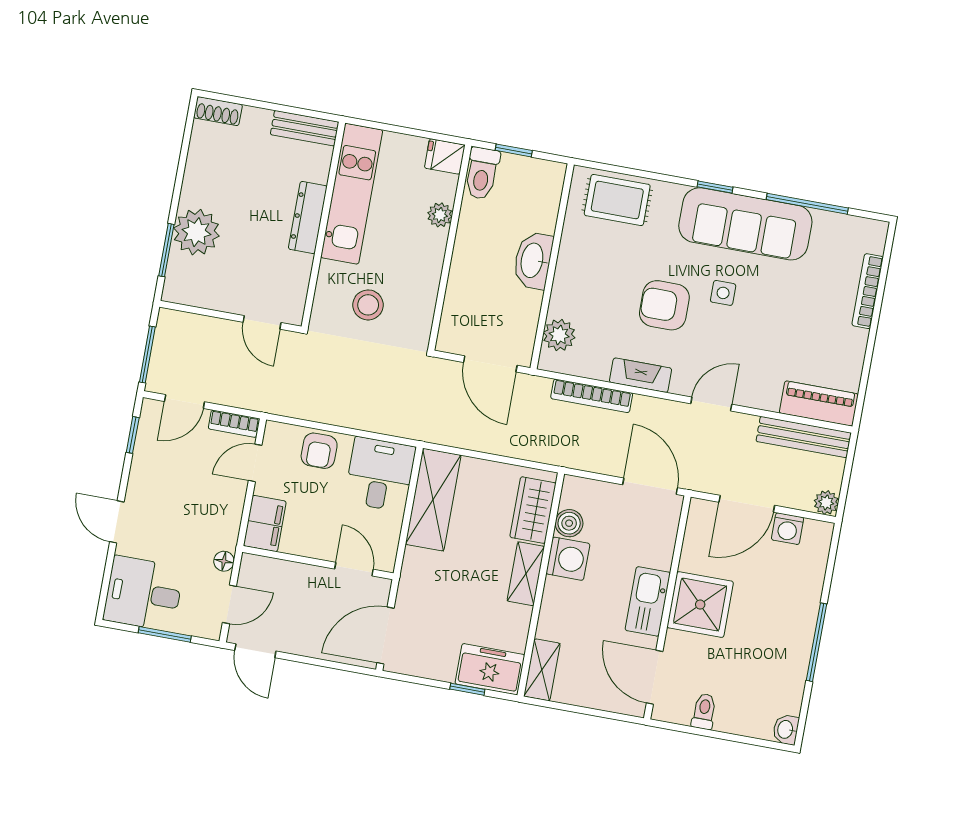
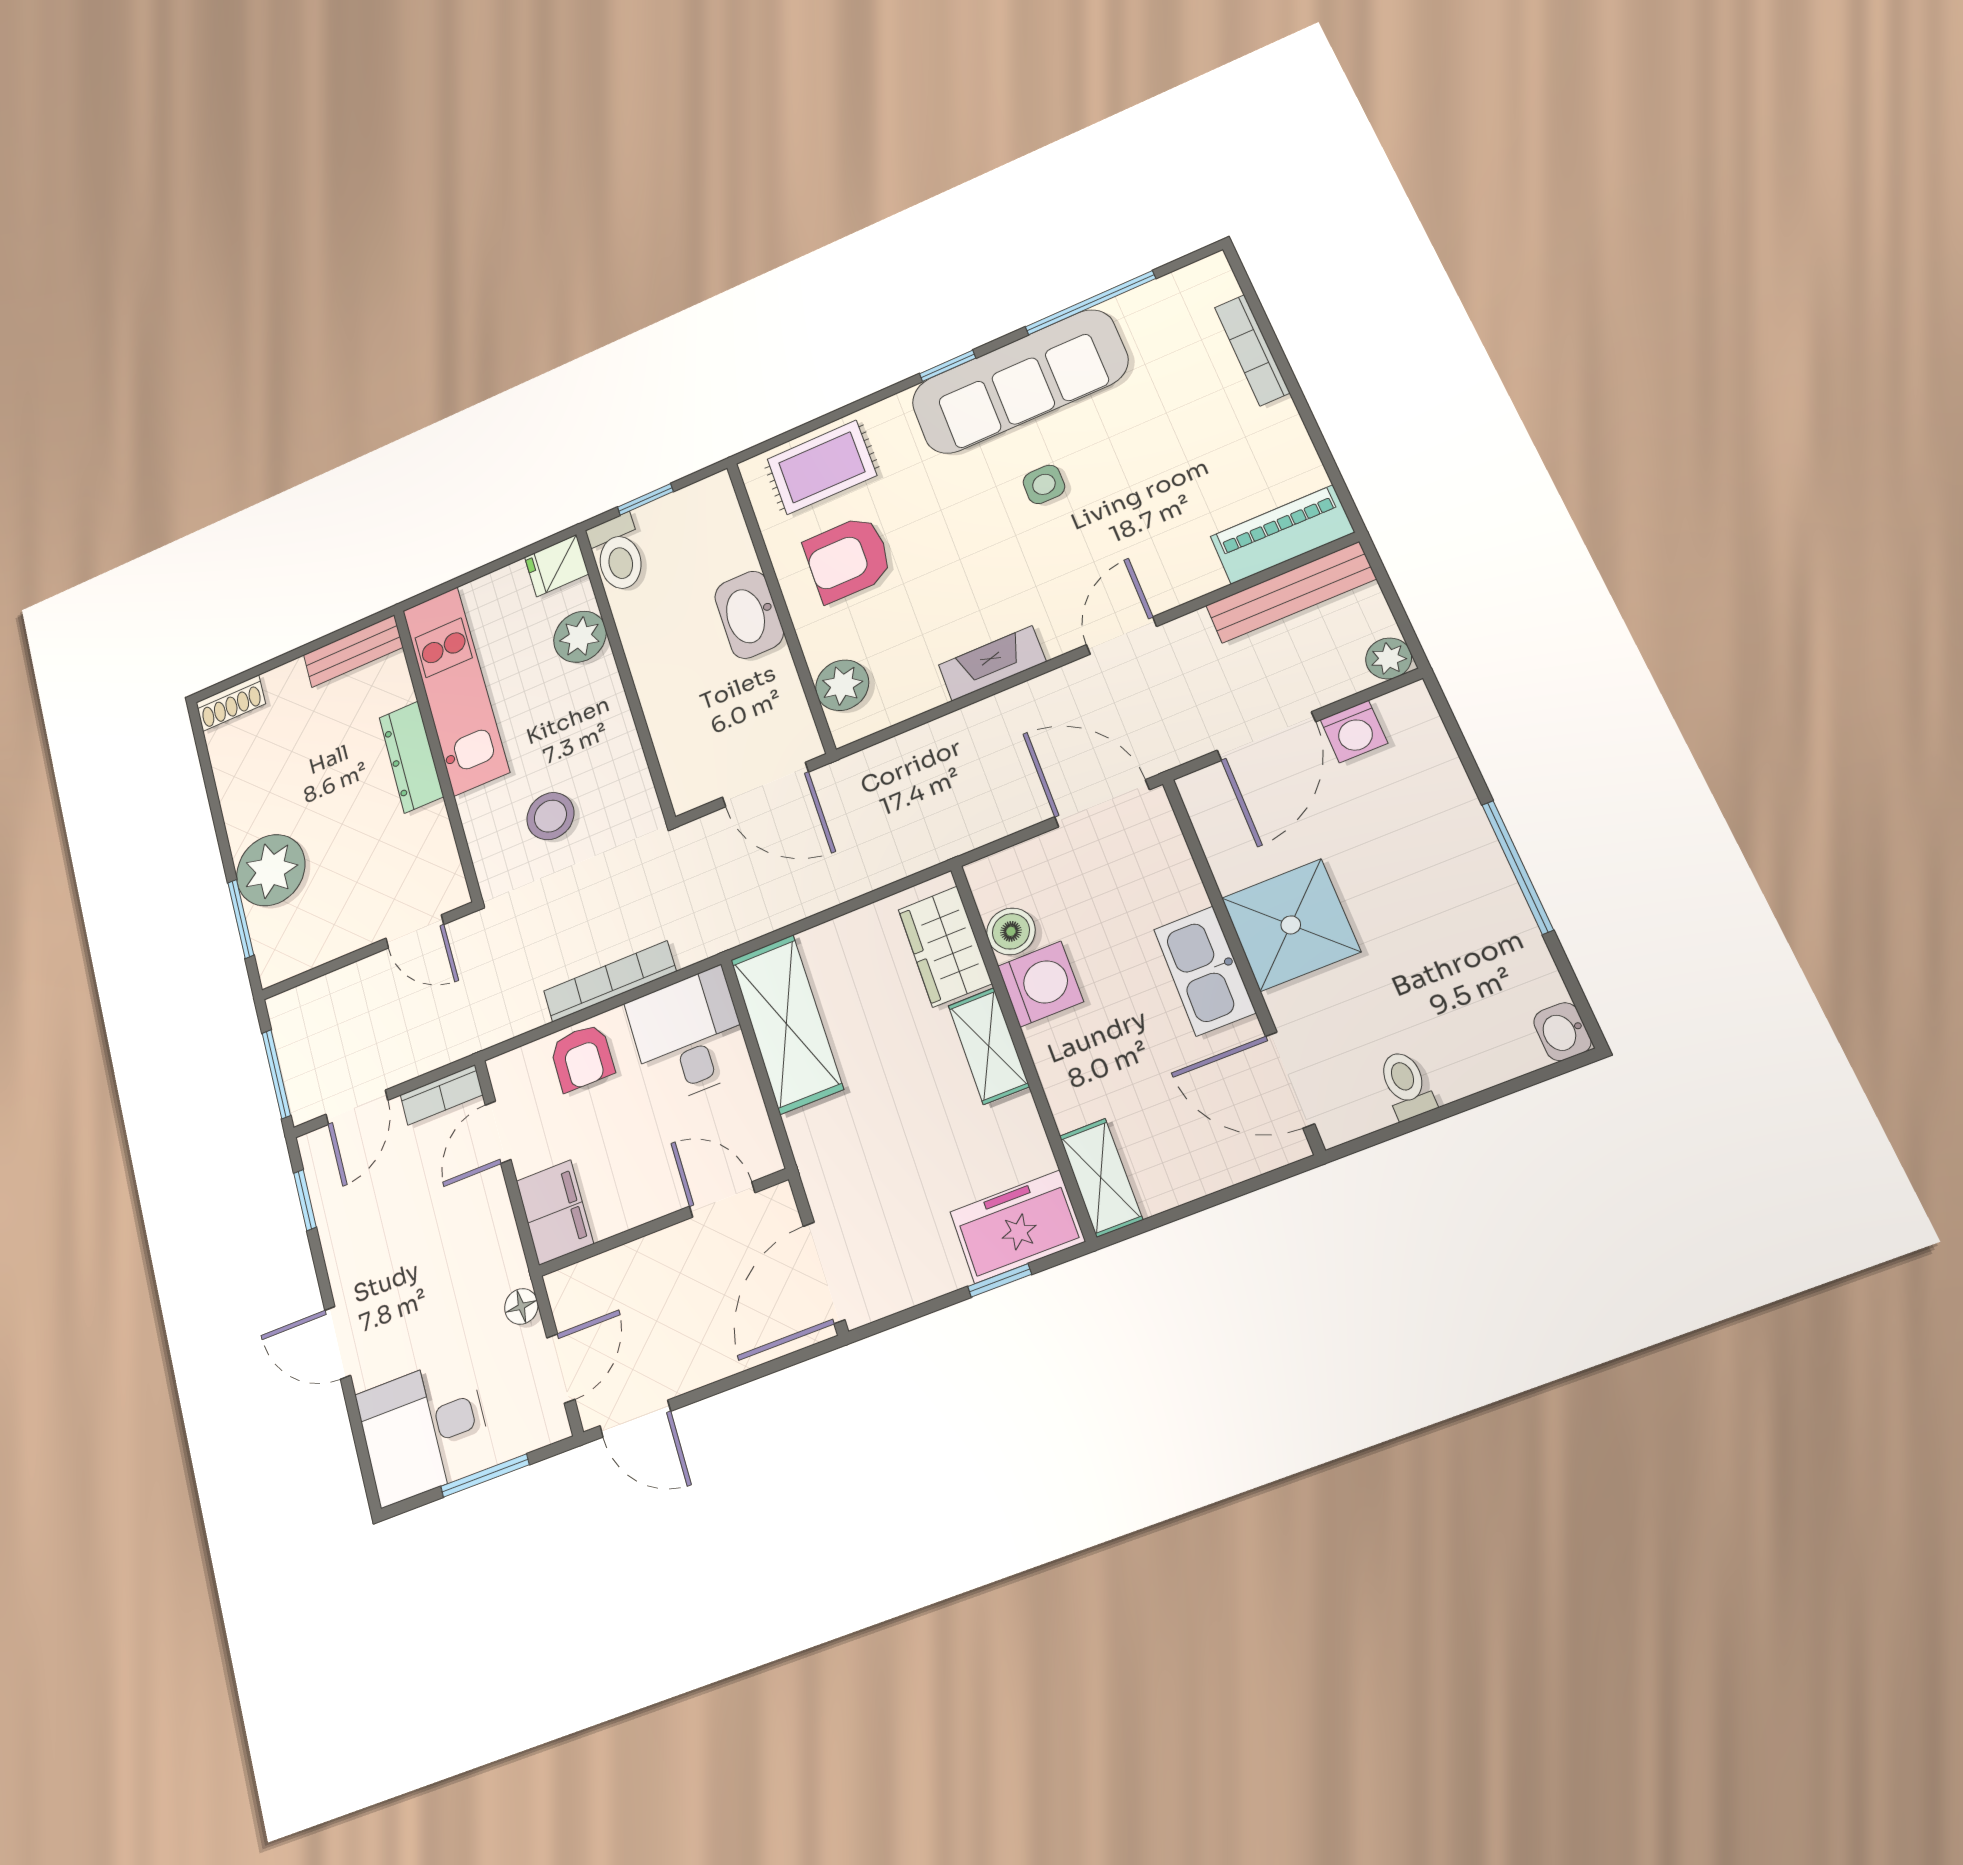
plant: (440, 215) -> (580, 637), width x1.38, depth x1.38
armchair: (664, 305) -> (848, 559), moved
bookcase: (592, 396) -> (610, 981), moved, turned 180

